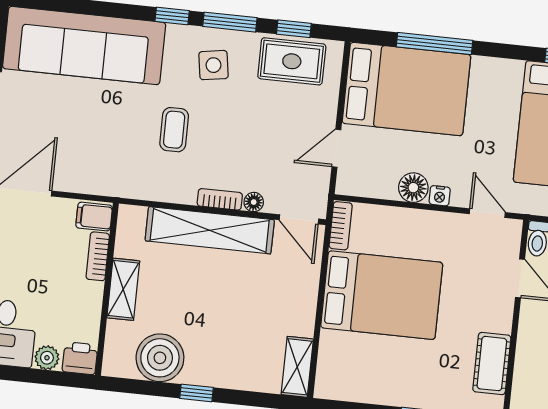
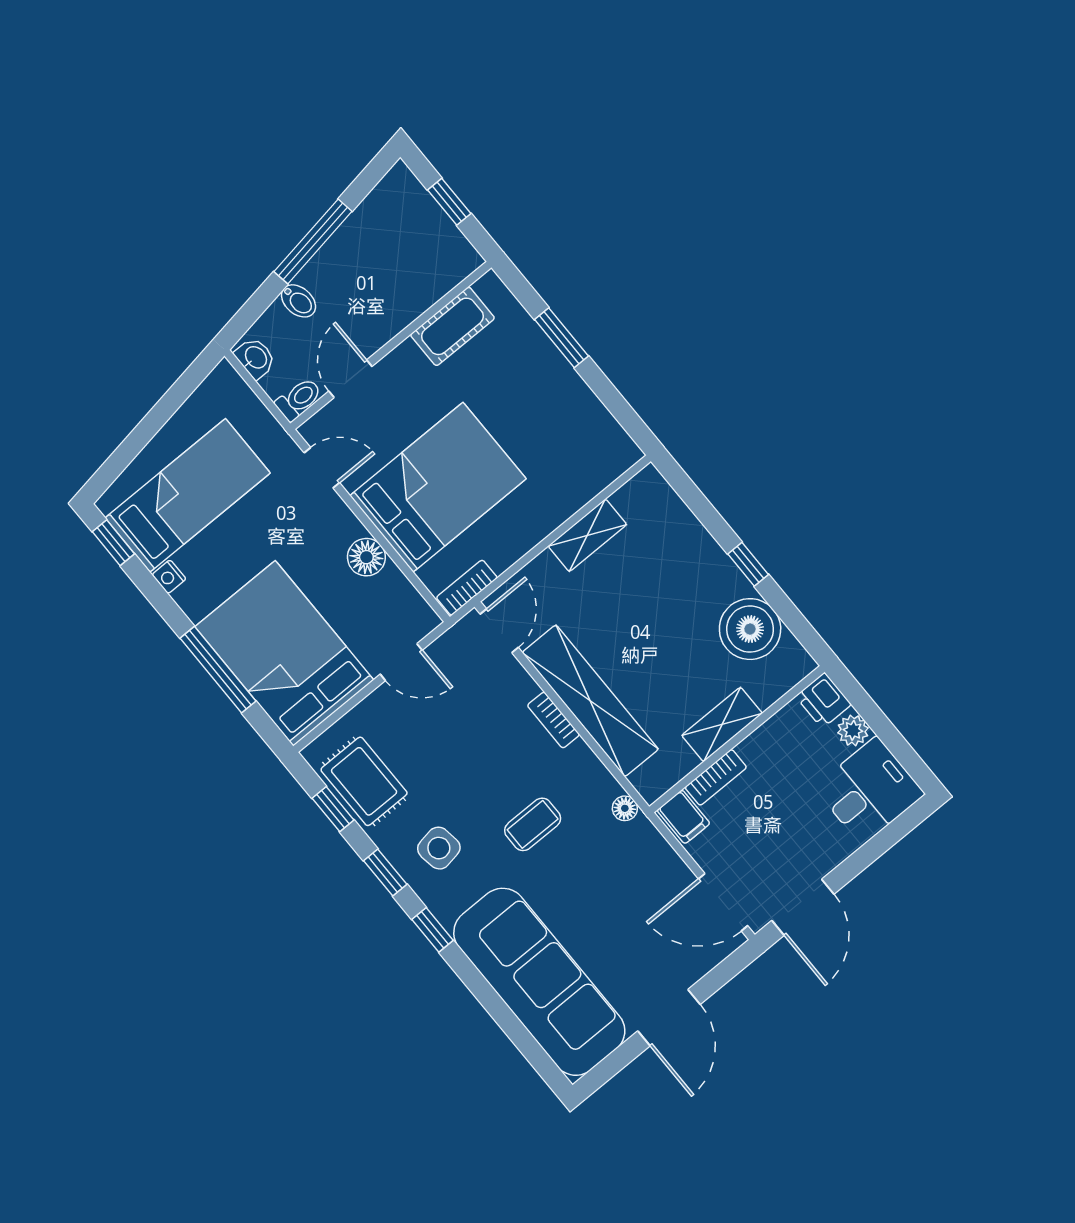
window: (230, 22) -> (385, 873), width x0.67
nightstand: (440, 196) -> (169, 577), moved, turned 180
floor lamp: (254, 202) -> (625, 808), moved
door: (487, 213) -> (322, 468), swing flipped
bed: (382, 295) -> (438, 487), moved, turned 90
shelving: (297, 367) -> (587, 535), moved

